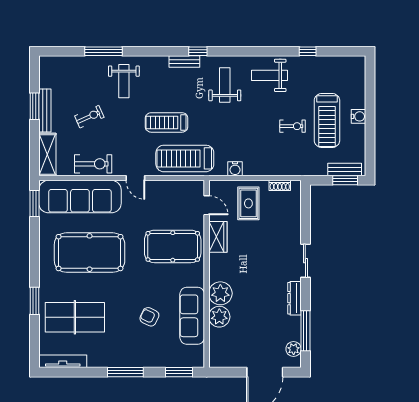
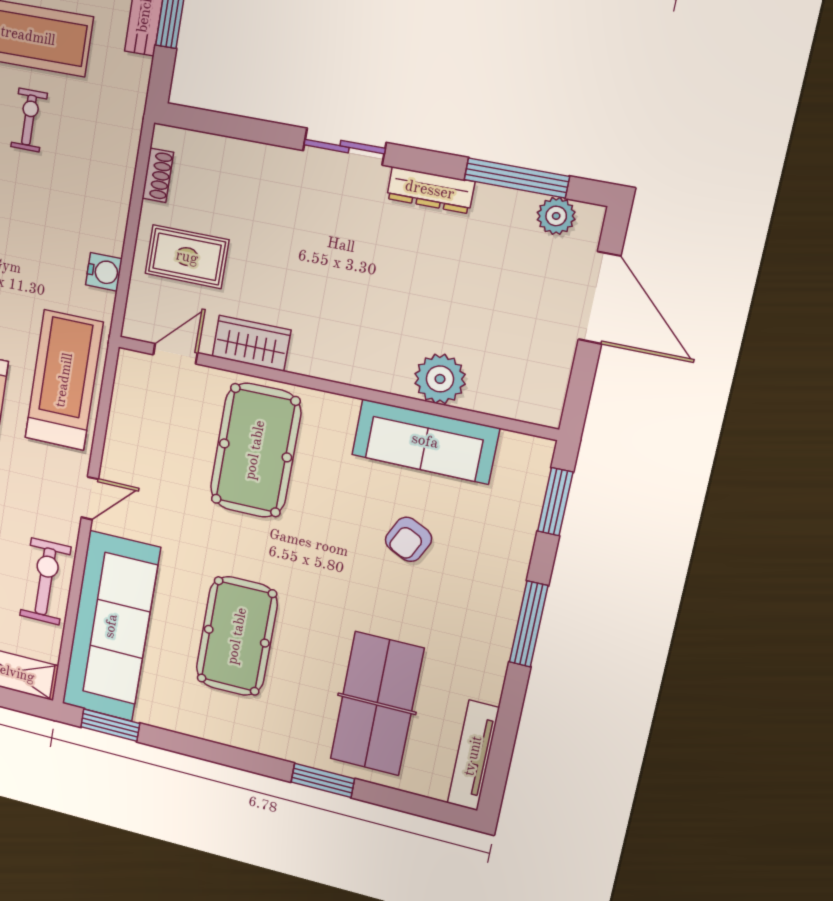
treadmill: (185, 158) -> (64, 380), turned 180
pool table: (90, 253) -> (237, 636), width x0.73, depth x0.76
plant: (220, 293) -> (385, 365), removed

